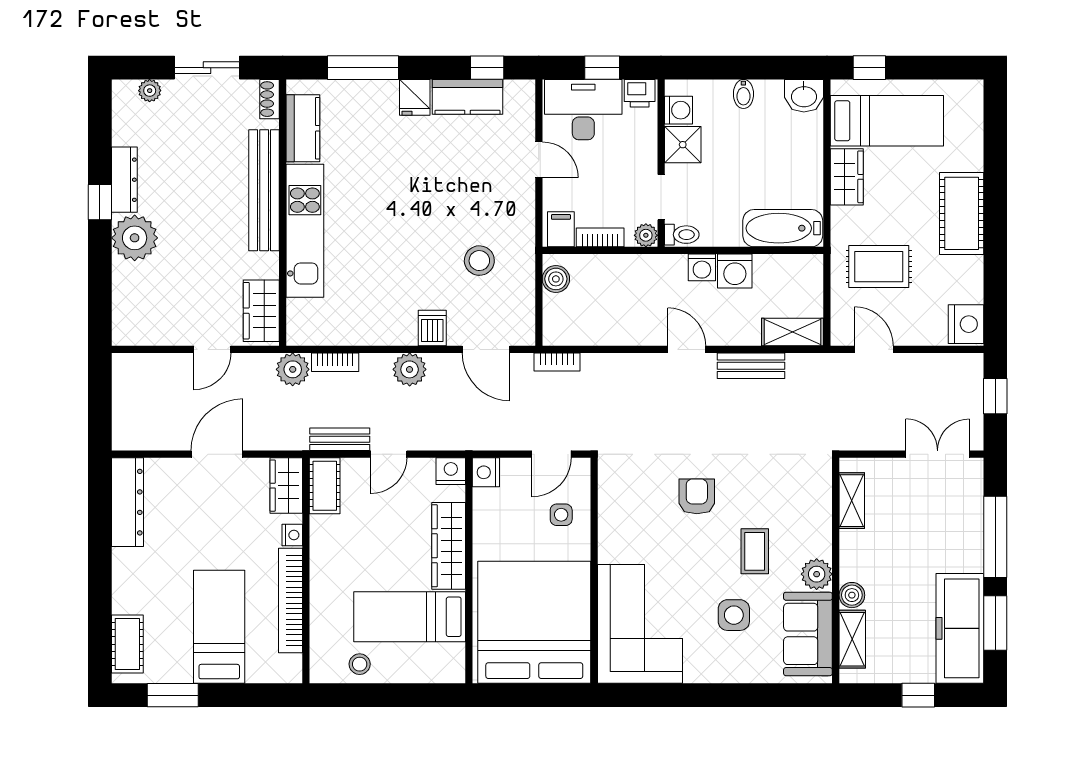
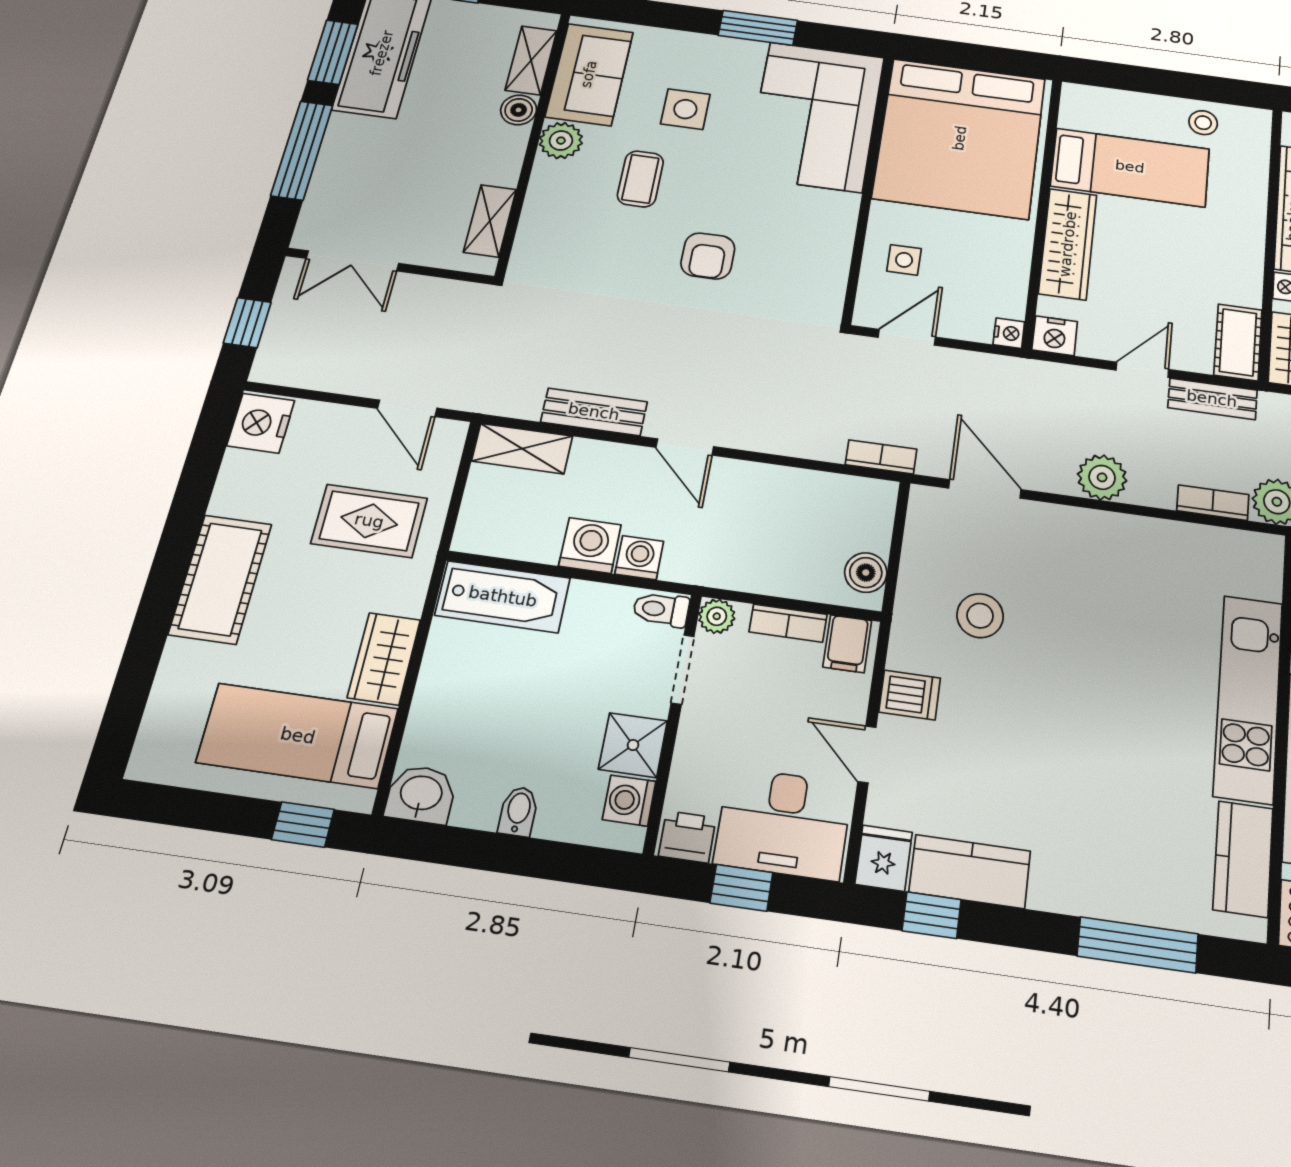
fridge: (415, 97) -> (884, 858), moved
dishwasher: (432, 328) -> (910, 695), moved, turned -90
nightstand: (486, 472) -> (1009, 333), width x0.72, depth x0.74
window: (694, 695) -> (758, 28), added

